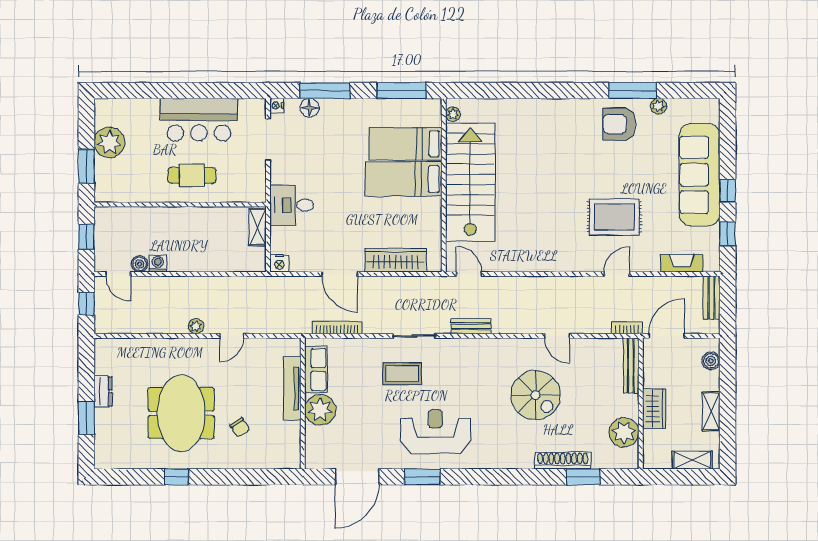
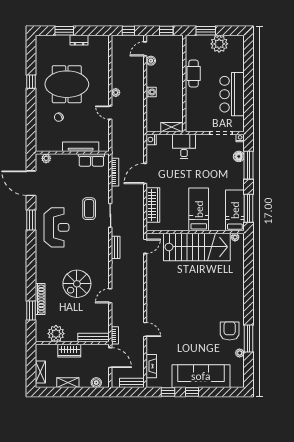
bed: (405, 144) -> (235, 210), moved
cafe table: (192, 175) -> (194, 74), moved
rug: (614, 217) -> (177, 328), removed
washing machine: (158, 263) -> (151, 92), moved
plant: (320, 410) -> (46, 158), moved, width x0.53, depth x0.53

